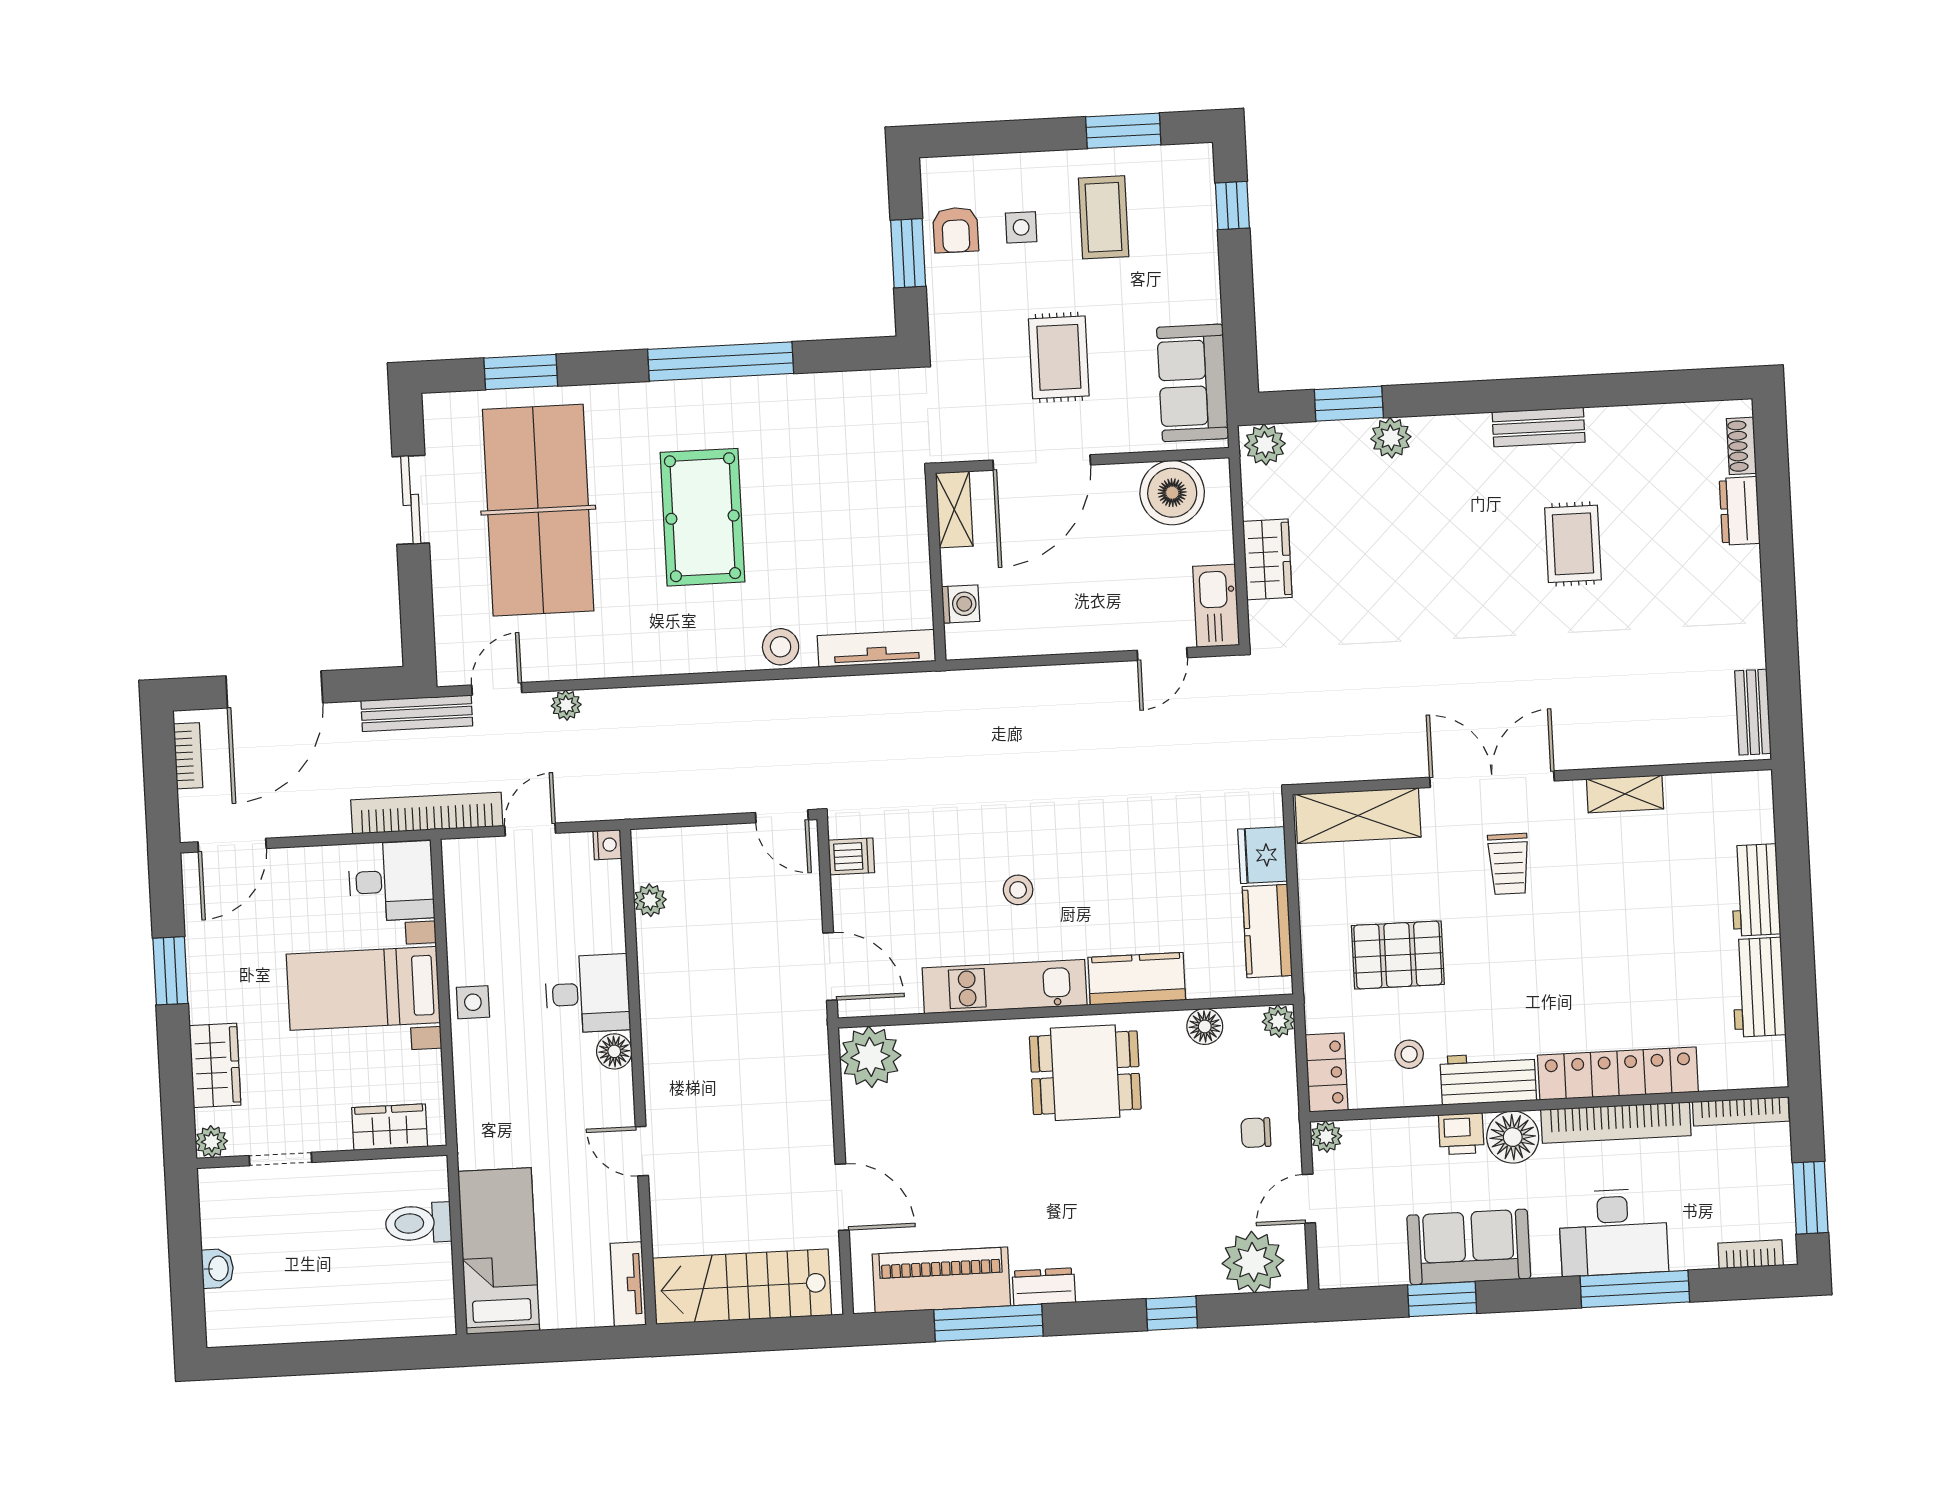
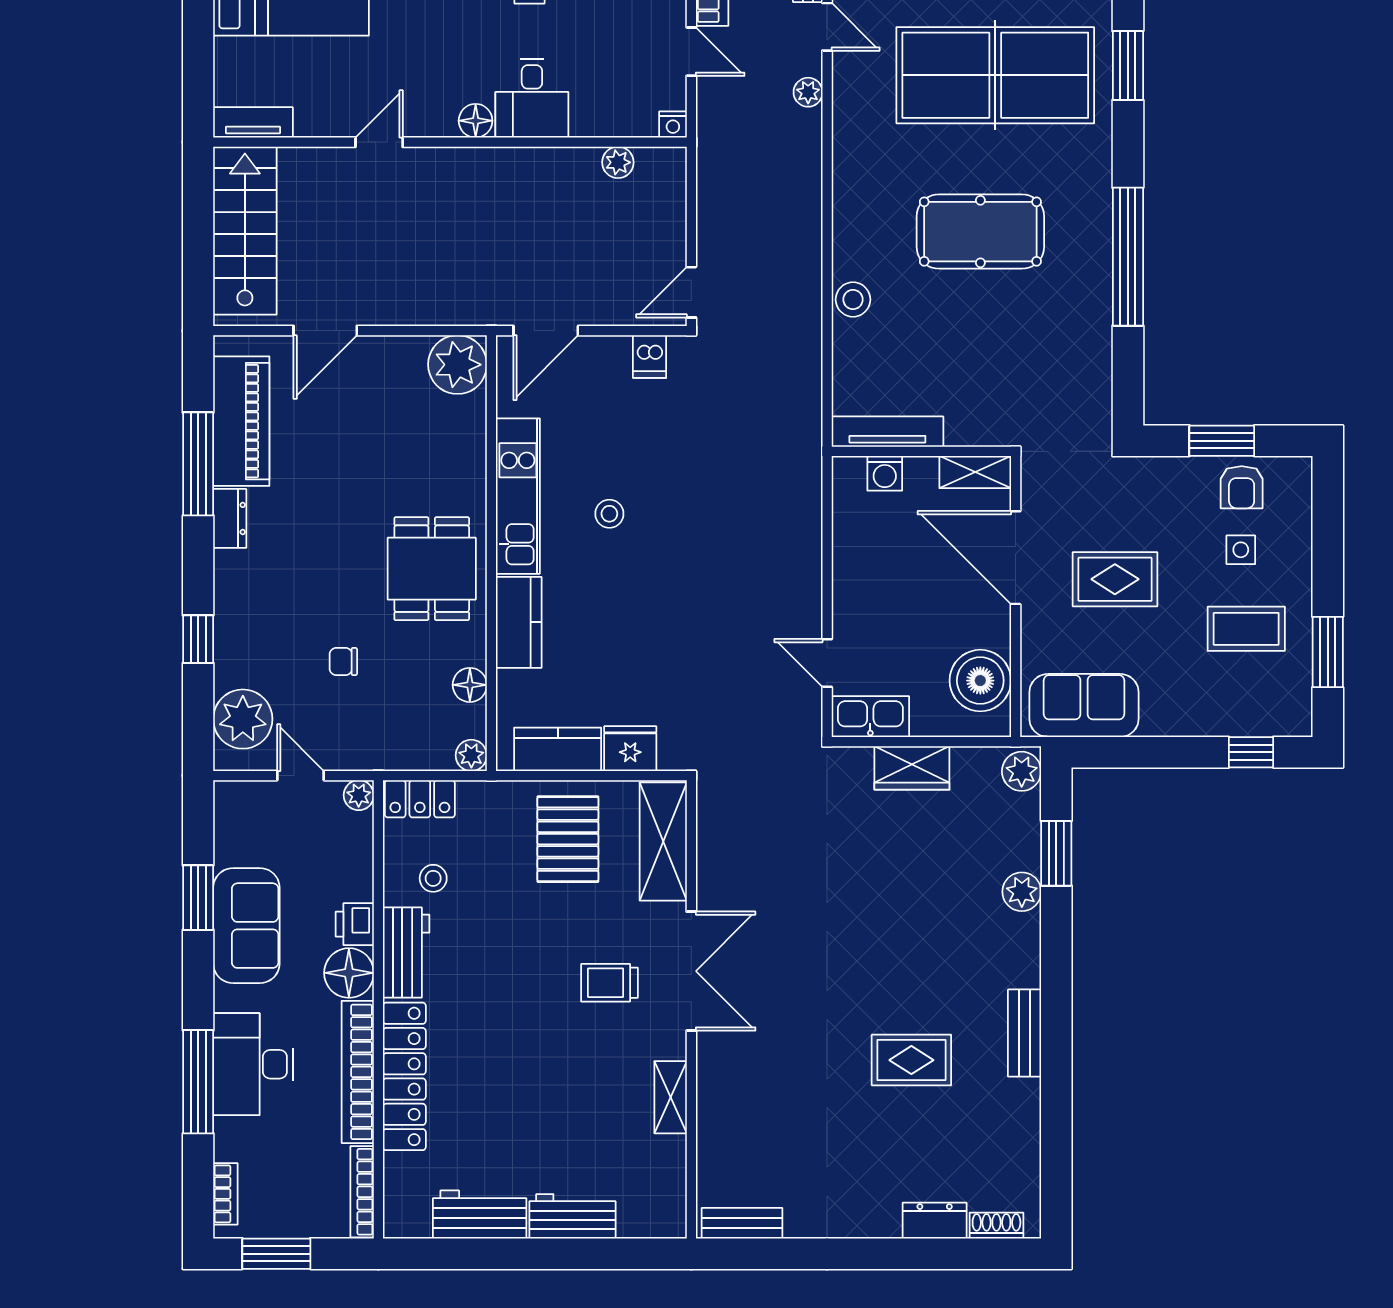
armchair: (956, 230) -> (1242, 487), turned -90
tv unit: (876, 648) -> (887, 432), moved, turned -90
pallet: (1398, 955) -> (568, 839), moved
chair: (1256, 1133) -> (343, 662), moved, turned -90

